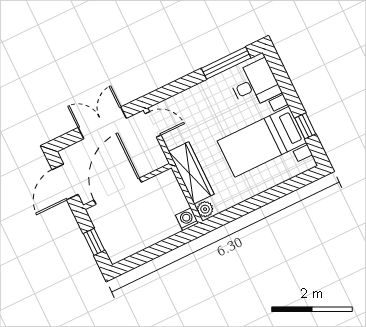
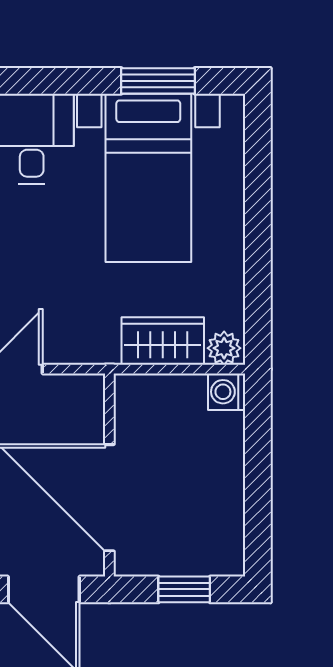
window: (305, 126) -> (158, 81), width x1.50
wardrobe: (191, 173) -> (163, 341), width x0.67

